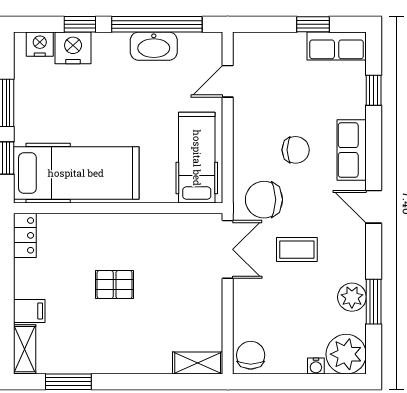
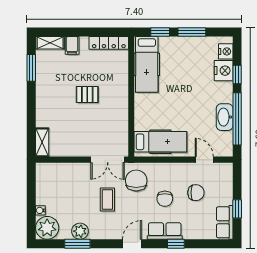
window: (374, 90) -> (176, 244), moved
hospital bed: (76, 173) -> (147, 64), width x0.73, depth x0.78
locker: (25, 235) -> (109, 43), width x1.53
pallet: (115, 285) -> (87, 94), turned 90
chair: (251, 355) -> (196, 193), moved

